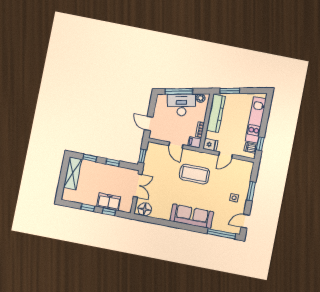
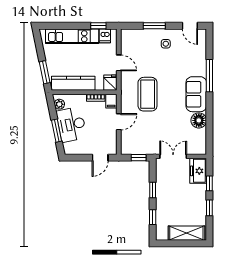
window: (179, 91) -> (57, 131), width x0.69
shelving: (73, 173) -> (186, 233), moved
freezer: (109, 202) -> (198, 171), moved
floor lamp: (145, 209) -> (199, 120), moved
sofa: (192, 216) -> (196, 94), width x0.73
window: (221, 234) -> (209, 76), moved

